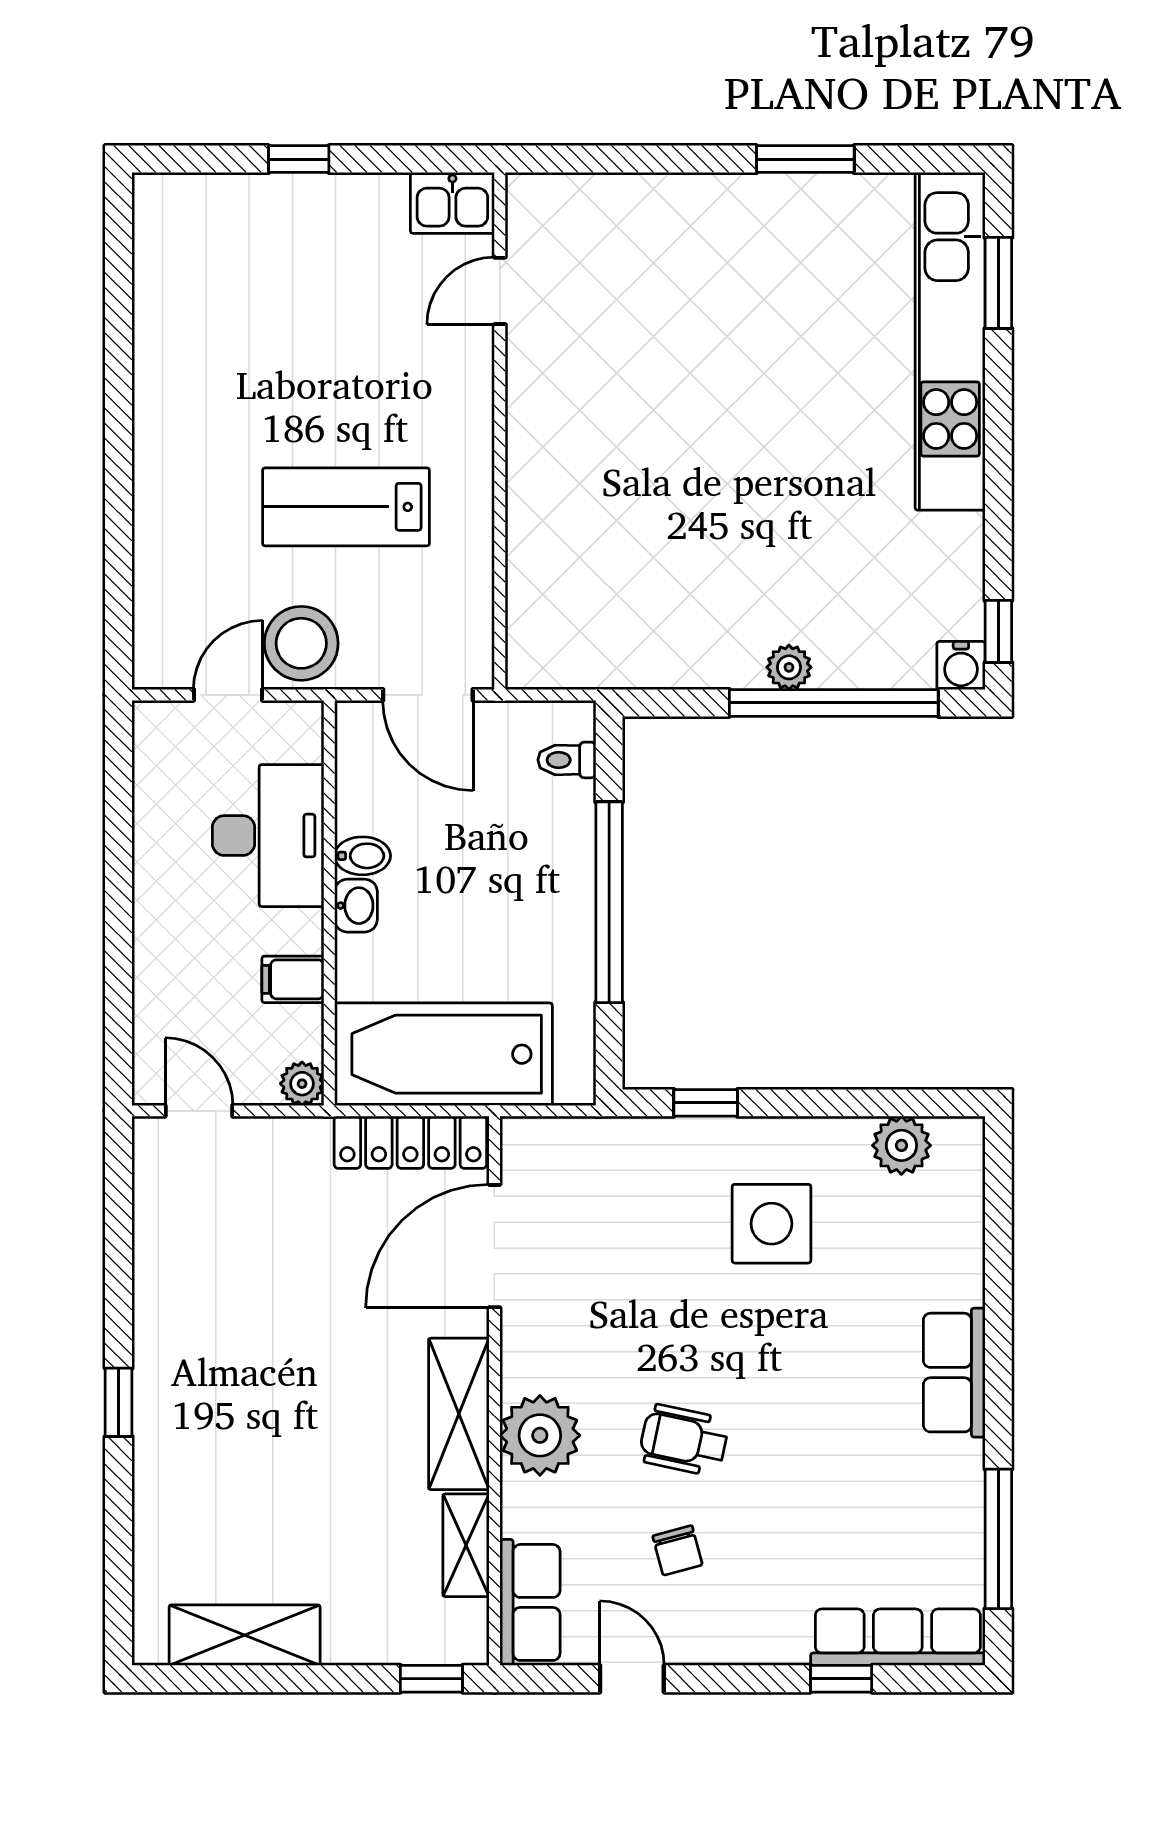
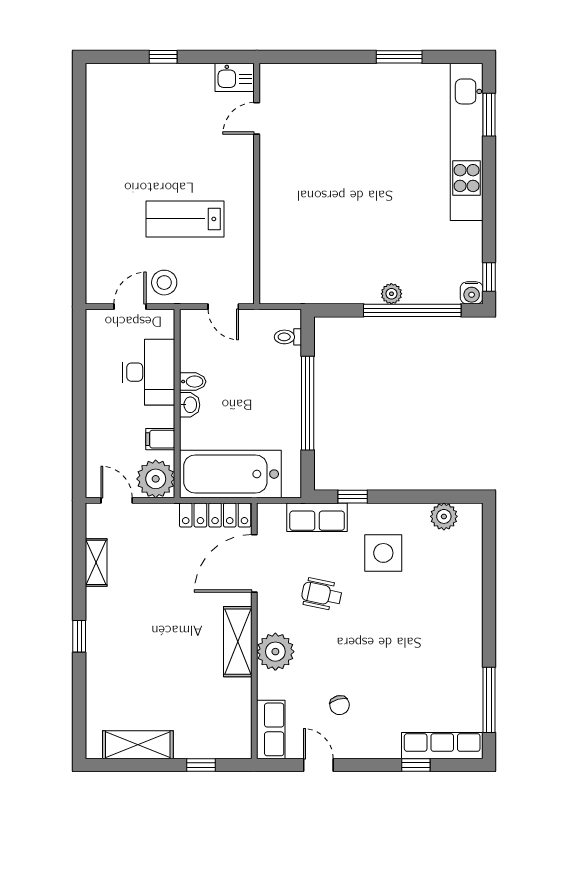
stool: (301, 643) -> (164, 283), width x0.73, depth x0.73
door: (428, 695) -> (223, 307), width x0.73
plant: (302, 1084) -> (156, 479), width x1.87, depth x1.87
row of seats: (954, 1373) -> (317, 517), moved, turned -90
wheelchair: (684, 1440) -> (322, 594), moved
shelving: (466, 1545) -> (96, 562), moved
window: (431, 1679) -> (201, 765), moved

